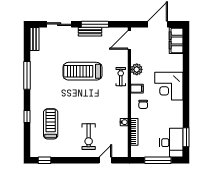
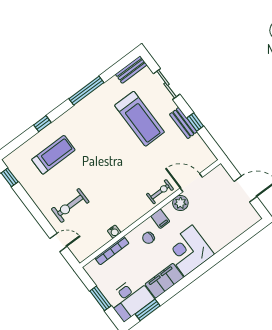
window: (95, 24) -> (195, 122), width x0.46
door: (129, 40) -> (191, 183), moved
filing cabinet: (176, 40) -> (164, 281), moved
treadmill: (82, 71) -> (140, 119), moved, turned 180
window: (158, 160) -> (100, 298), width x0.69

